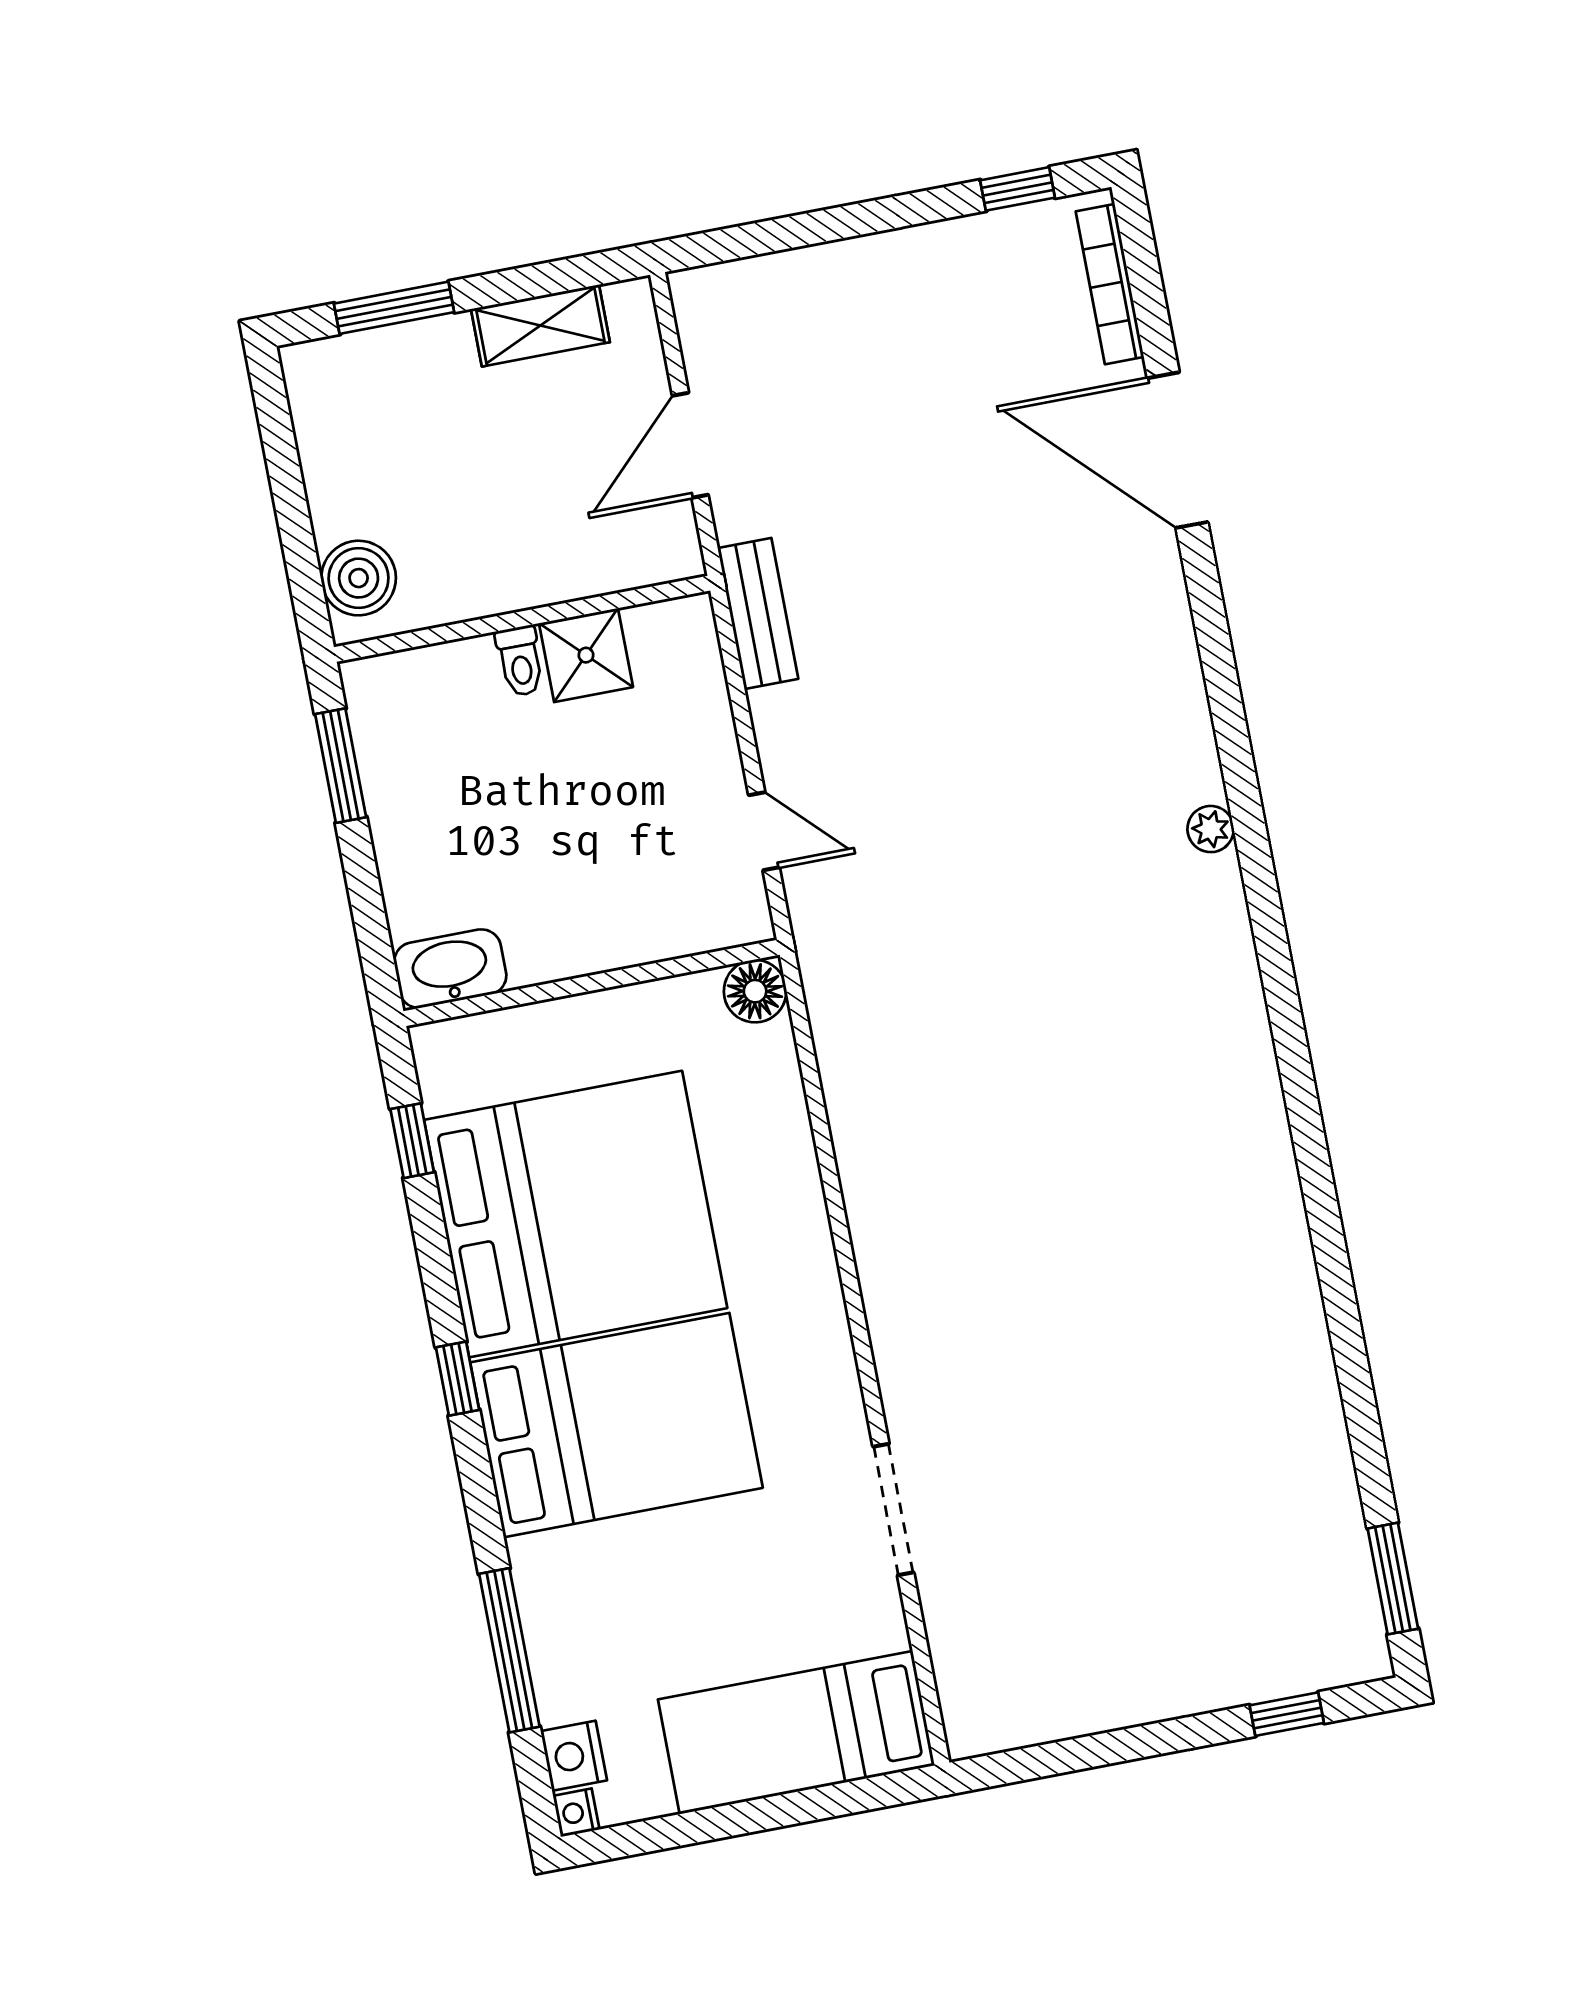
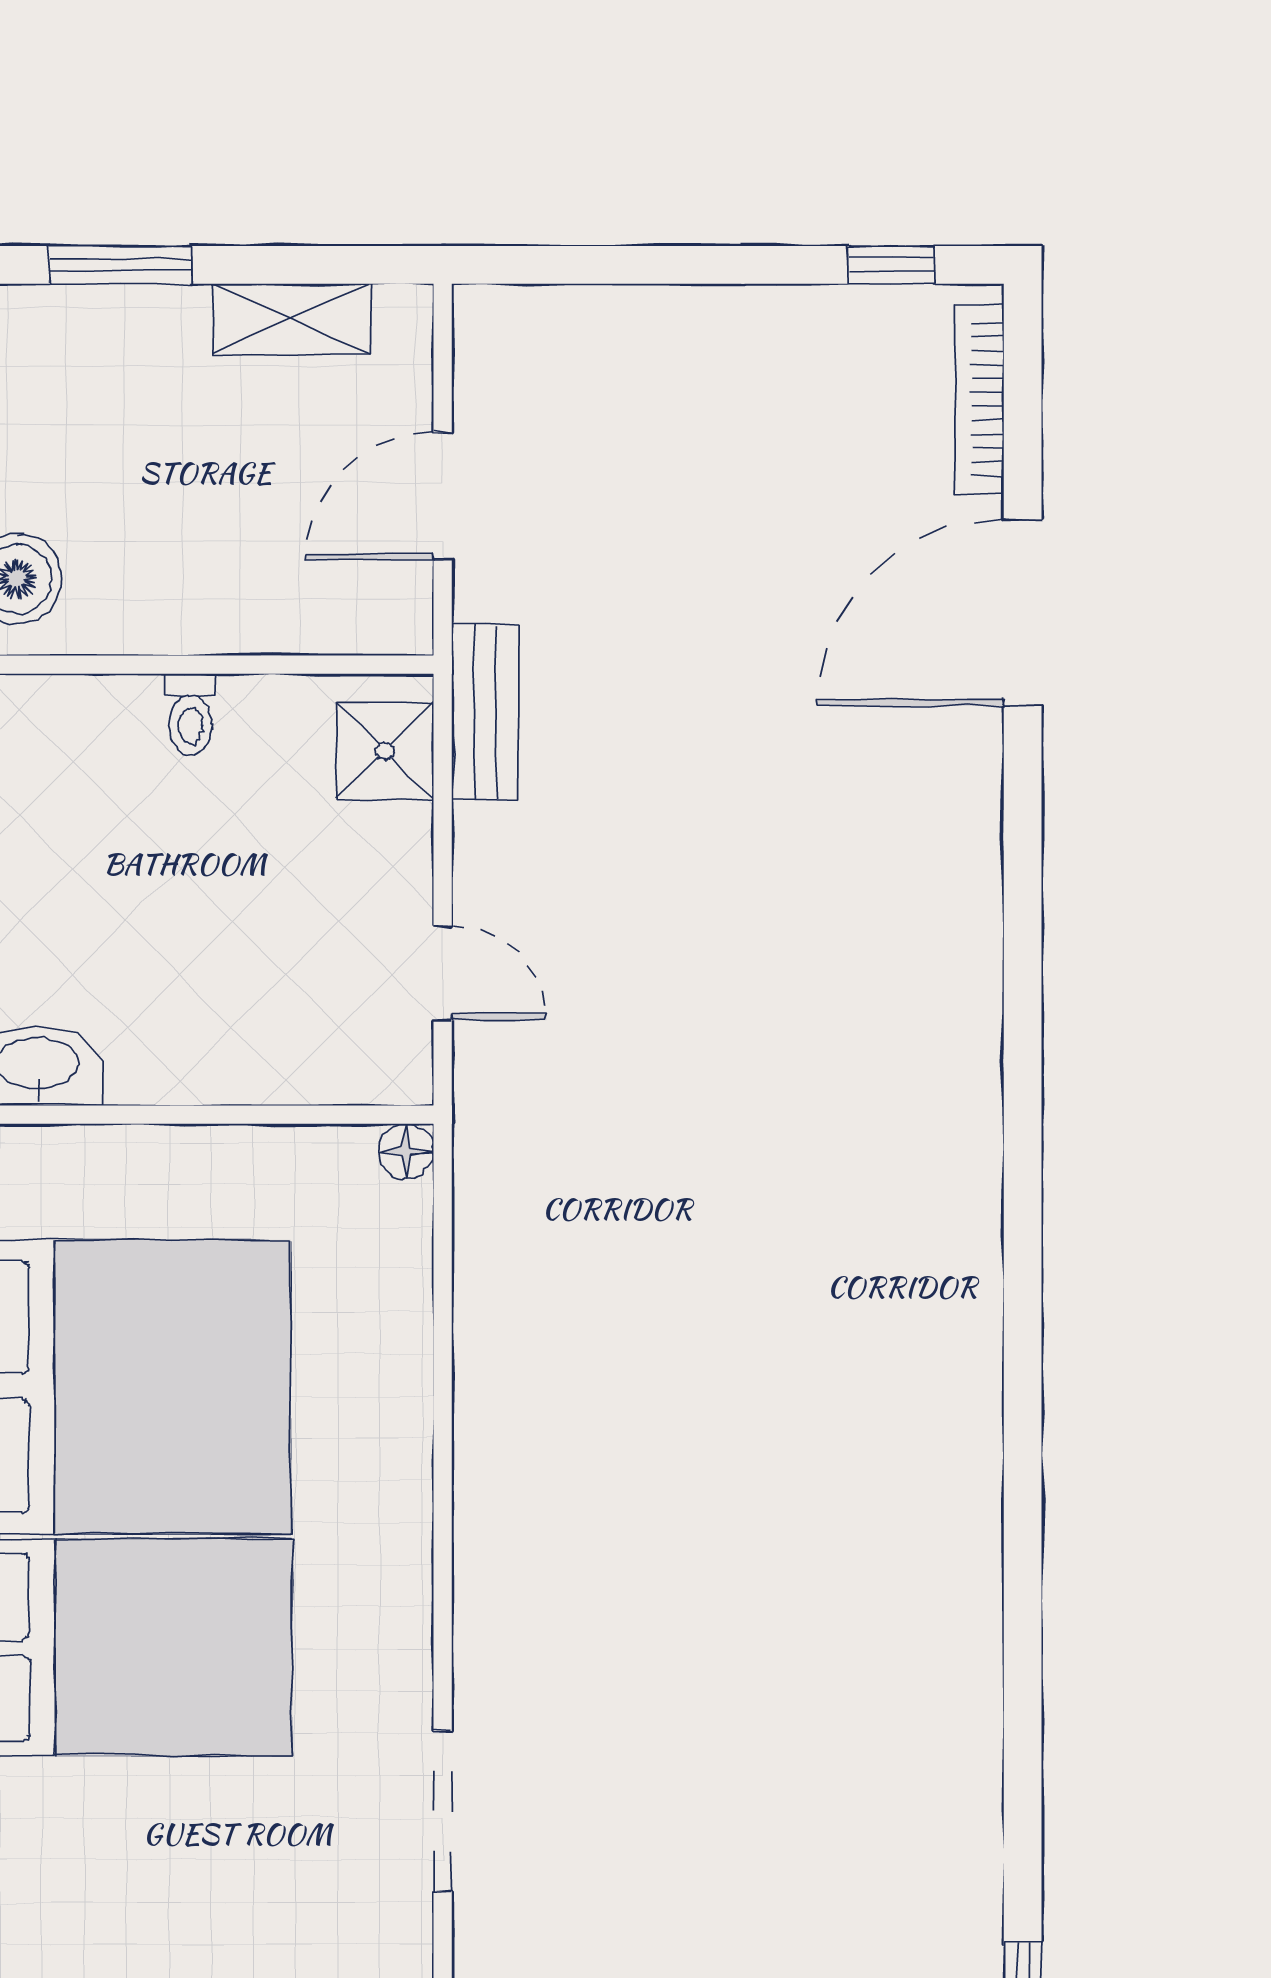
door: (1178, 450) -> (1023, 613), hinge flipped
shower: (586, 655) -> (385, 751), moved
plant: (1211, 829) -> (976, 1072), removed
floor lamp: (755, 991) -> (406, 1151), width x0.73, depth x0.73

